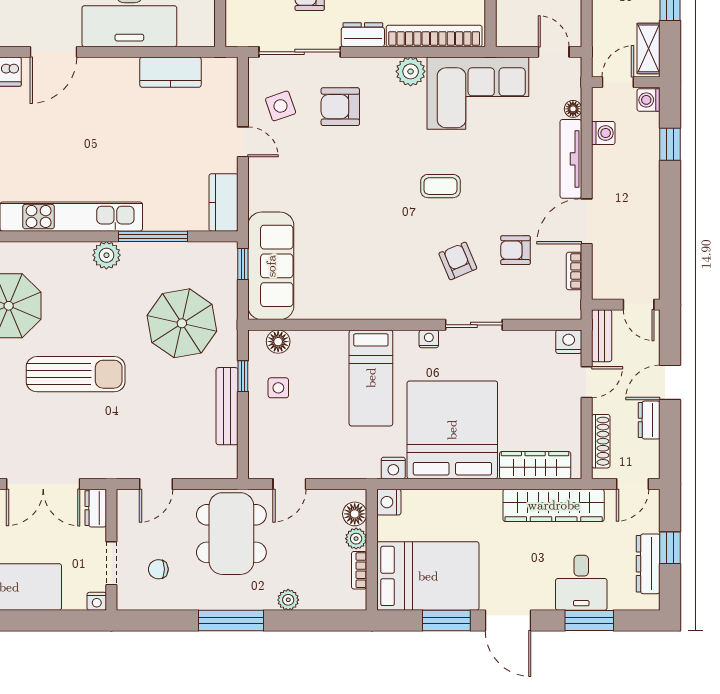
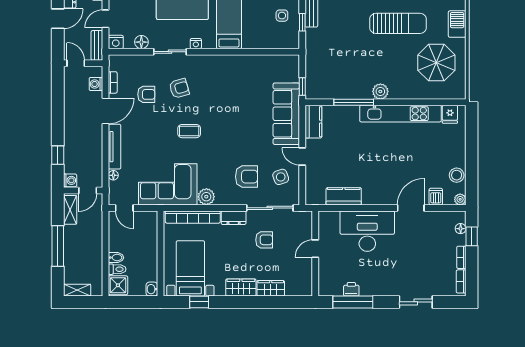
washing machine: (603, 133) -> (96, 84), moved
armchair: (458, 261) -> (179, 88), turned -83
sofa: (271, 266) -> (286, 114), moved
parasol: (182, 323) -> (337, 53), removed
floor lamp: (278, 342) -> (141, 42), moved
sun lounger: (76, 374) -> (398, 23), turned 180

